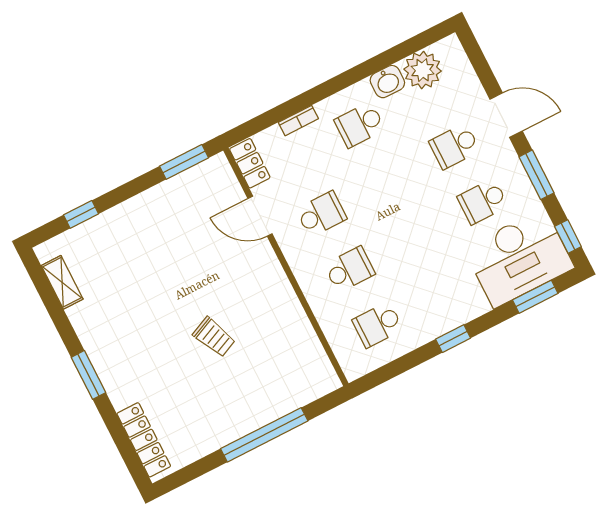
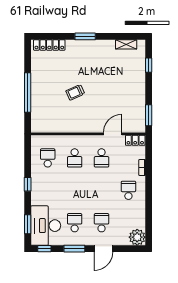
plant: (423, 70) -> (137, 237), moved
washbasin: (387, 82) -> (140, 210), removed

